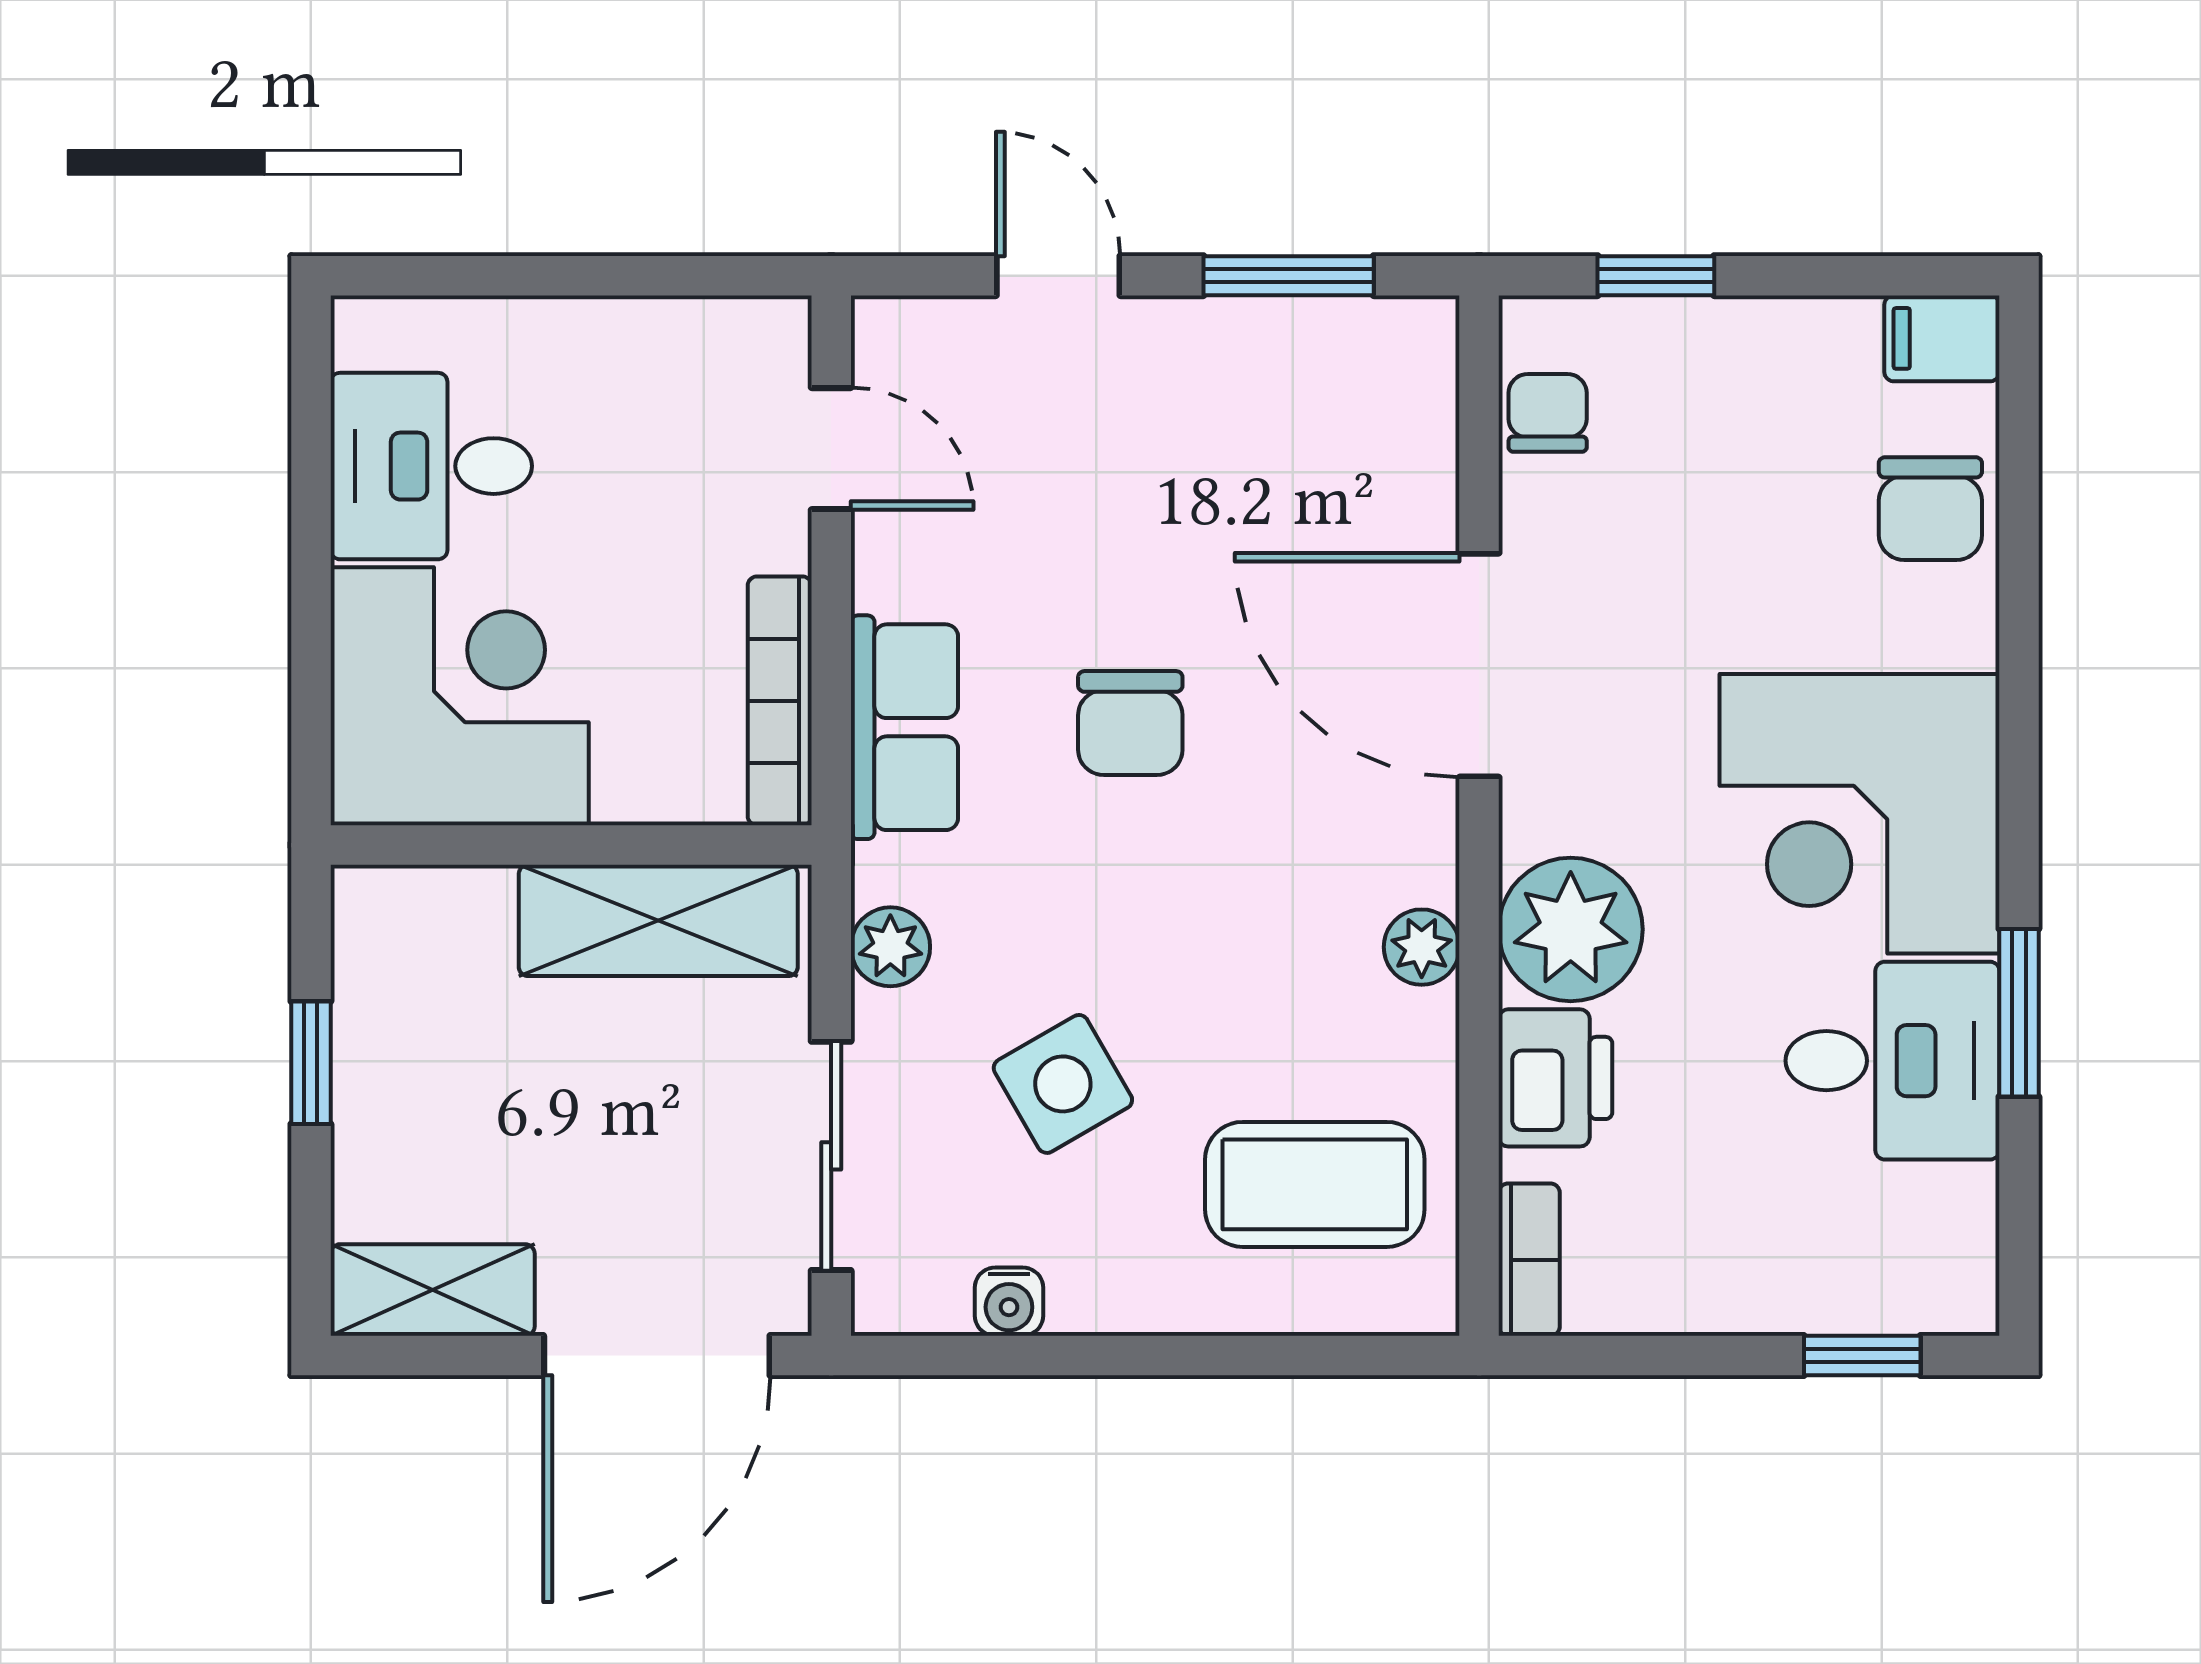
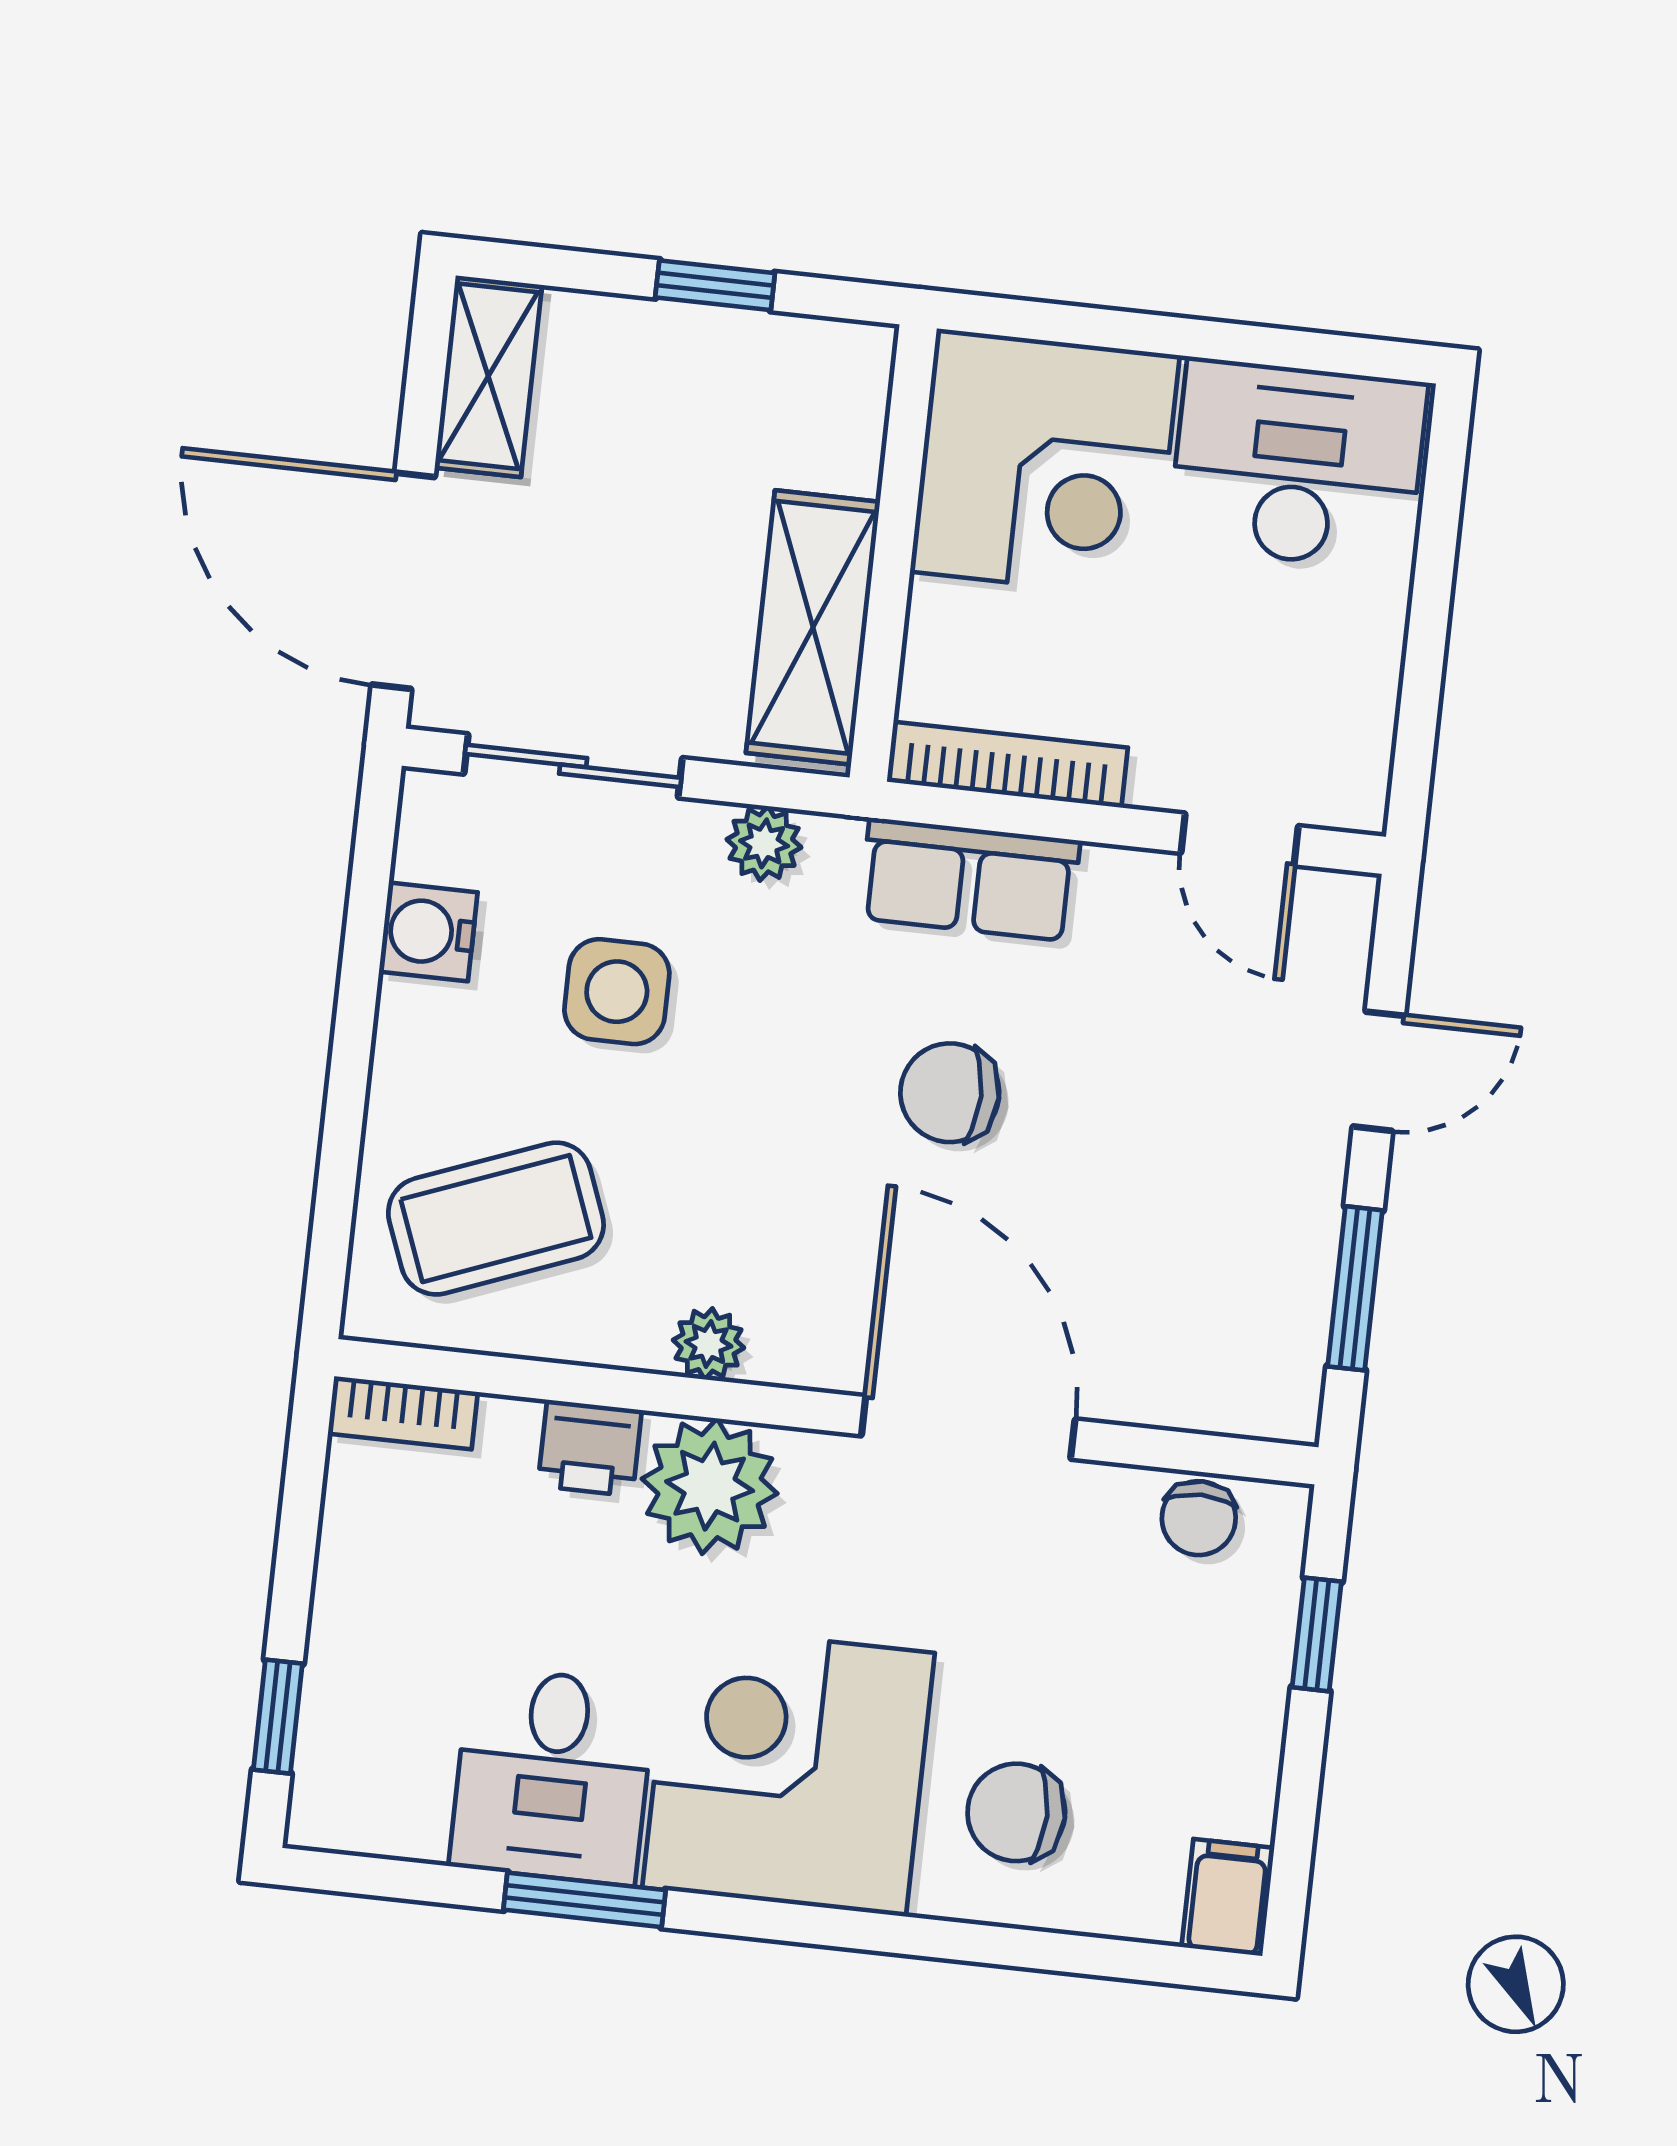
chair: (1548, 413) -> (1199, 1518), turned 90
door: (831, 449) -> (1240, 839), hinge flipped
desk: (431, 466) -> (1298, 464), width x1.37
chair: (1930, 509) -> (1016, 1812), moved
door: (1479, 665) -> (968, 1427), hinge flipped
printer: (1555, 1078) -> (590, 1448), width x0.73, depth x0.81
side table: (1063, 1084) -> (617, 992), turned 30
coffee table: (1315, 1184) -> (496, 1219), turned 69
water cooler: (1009, 1302) -> (428, 932), width x1.38, depth x1.38

